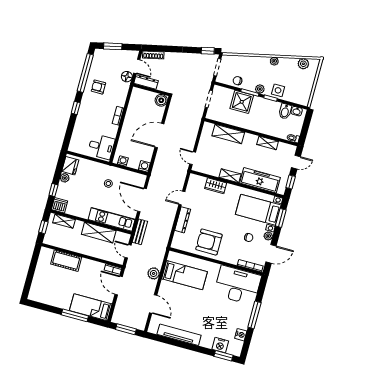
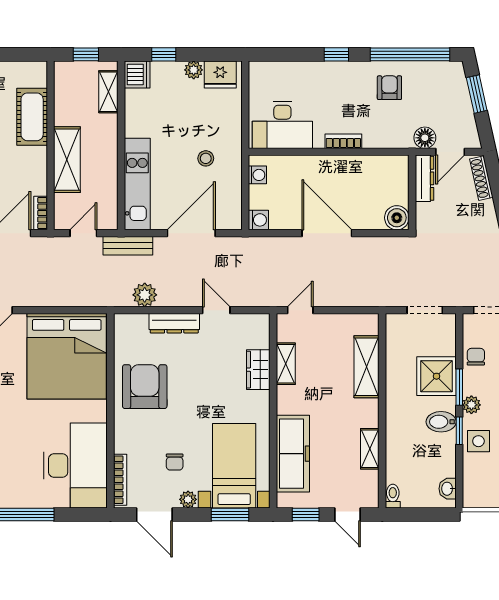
bidet: (285, 111) -> (441, 422), moved
desk: (101, 147) -> (282, 125), width x1.37
shelving: (230, 176) -> (286, 364), moved
shelving: (99, 232) -> (67, 160), moved
plant: (154, 273) -> (145, 295), moved
bed: (184, 275) -> (67, 356), width x2.04

